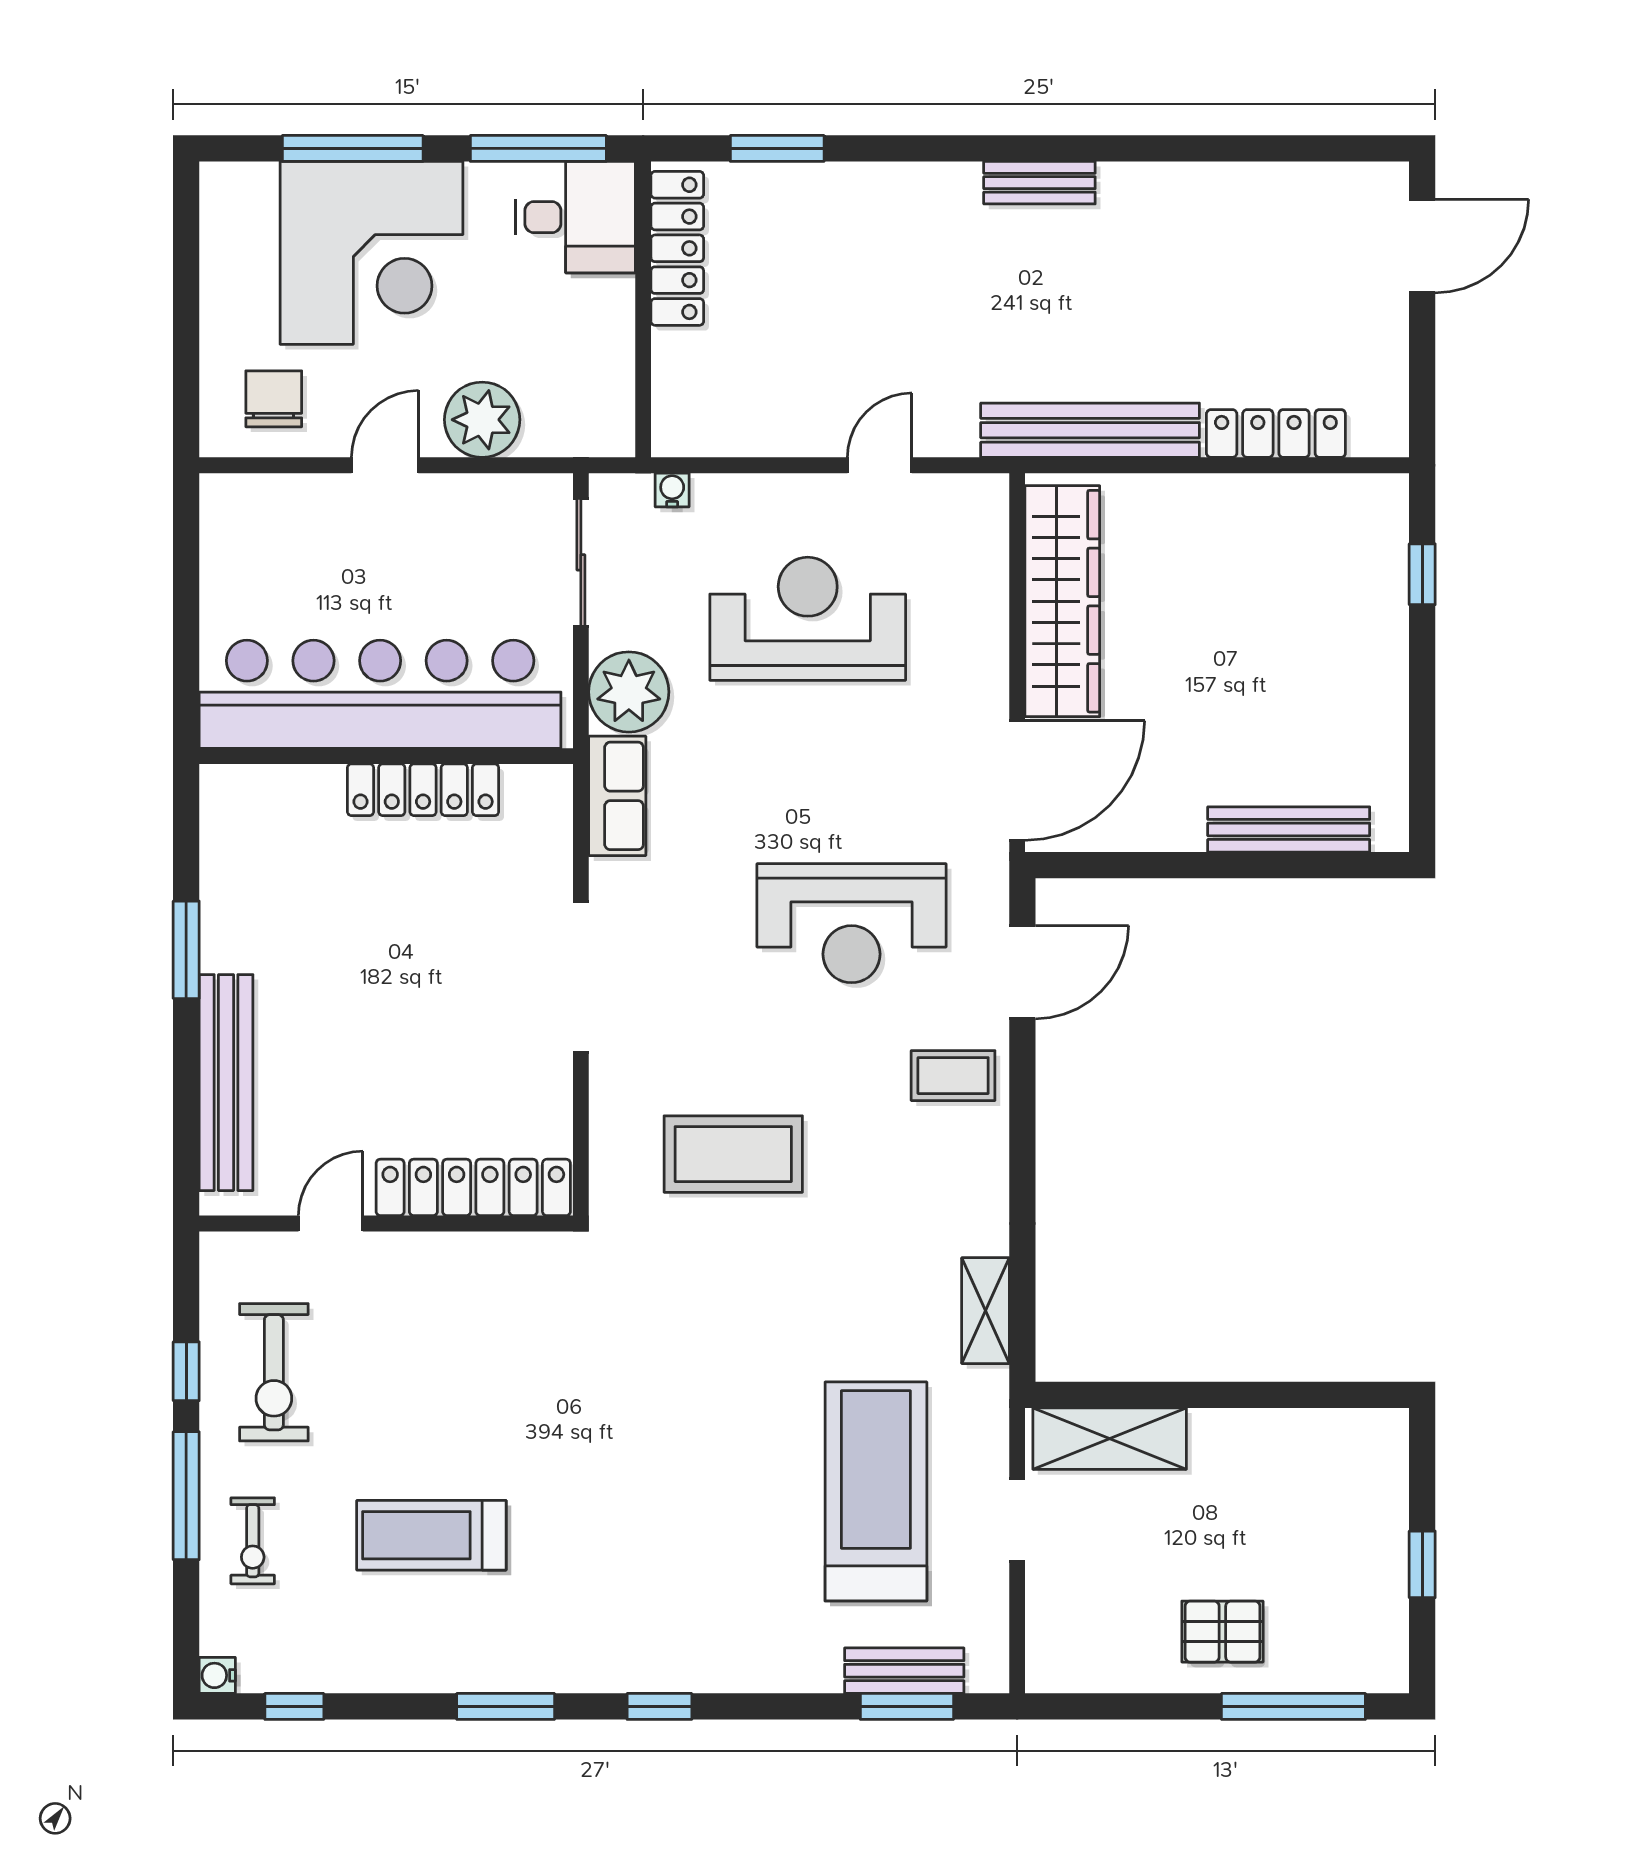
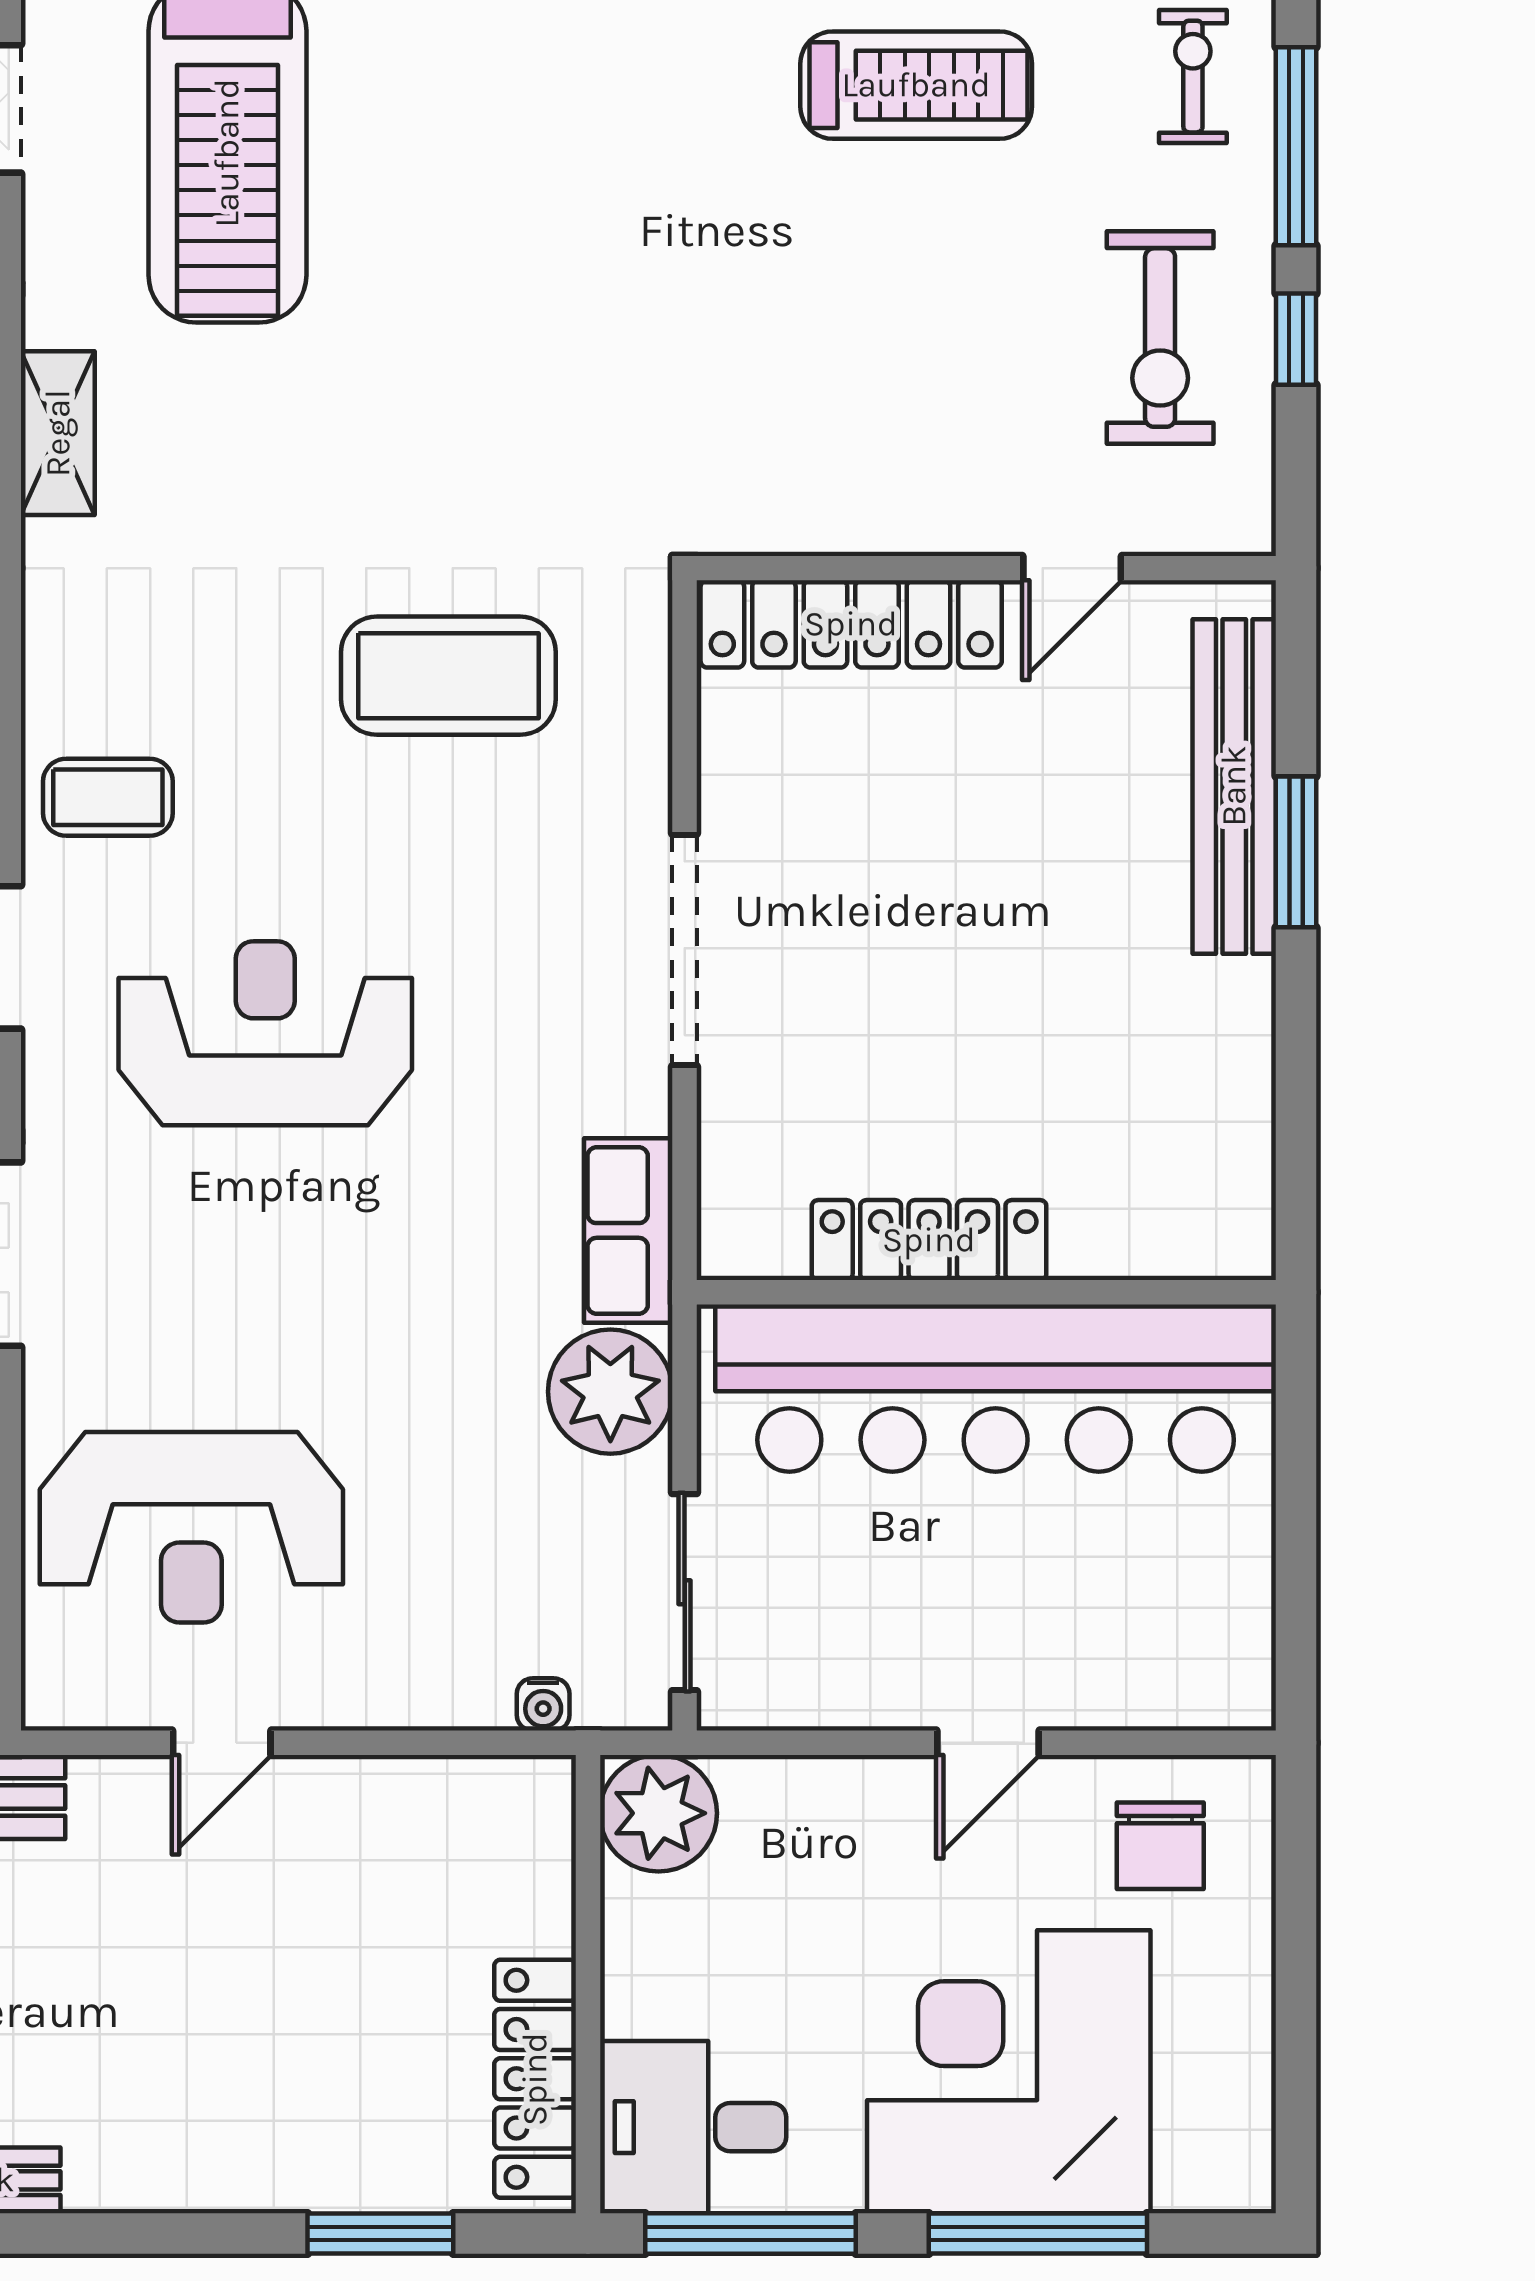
plant: (482, 420) -> (658, 1813), moved
reception desk: (808, 619) -> (191, 1527), moved
window: (186, 950) -> (1296, 852), moved
exercise bike: (274, 1372) -> (1160, 338), turned 180

